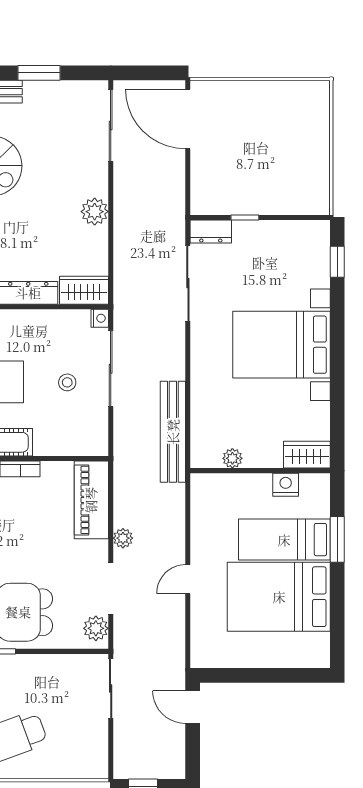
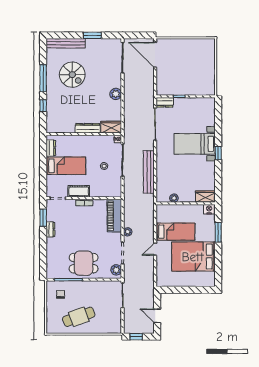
window: (337, 262) -> (218, 153), moved
bed with nightstands: (281, 345) -> (195, 144), width x0.73
bench: (173, 432) -> (149, 172), moved
nightstand: (286, 485) -> (209, 209), moved
bed: (284, 540) -> (175, 232), moved, turned 180
door: (193, 707) -> (157, 316), moved

